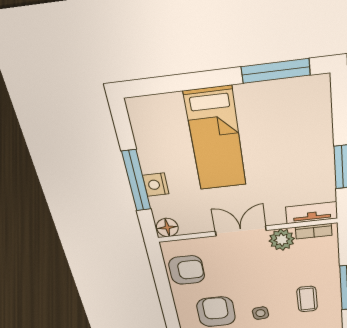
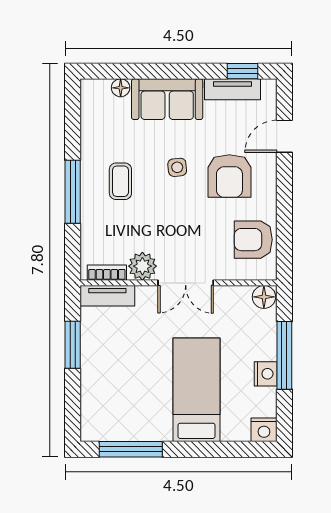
nightstand: (140, 108) -> (264, 430), added
nightstand: (156, 185) -> (266, 374), moved

